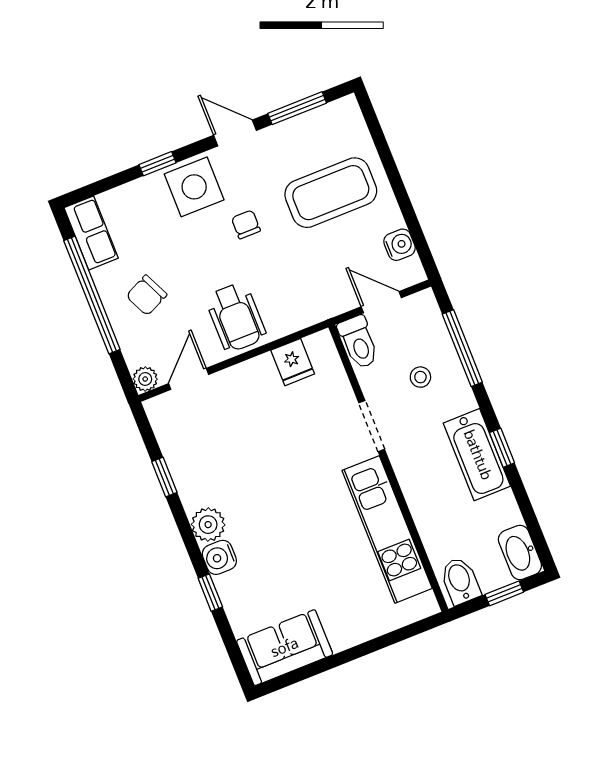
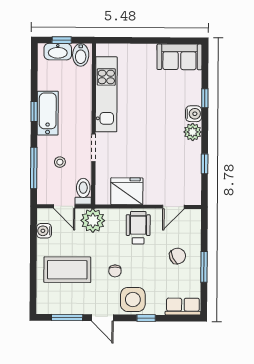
row of seats: (91, 233) -> (183, 306), moved, turned 90
window: (92, 295) -> (204, 267), width x0.47
fridge: (293, 362) -> (127, 191), width x1.88, depth x1.34
plant: (145, 379) -> (93, 221), moved, width x1.87, depth x1.87
washbasin: (520, 552) -> (58, 52), moved, turned 90

